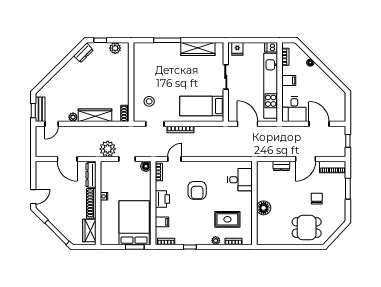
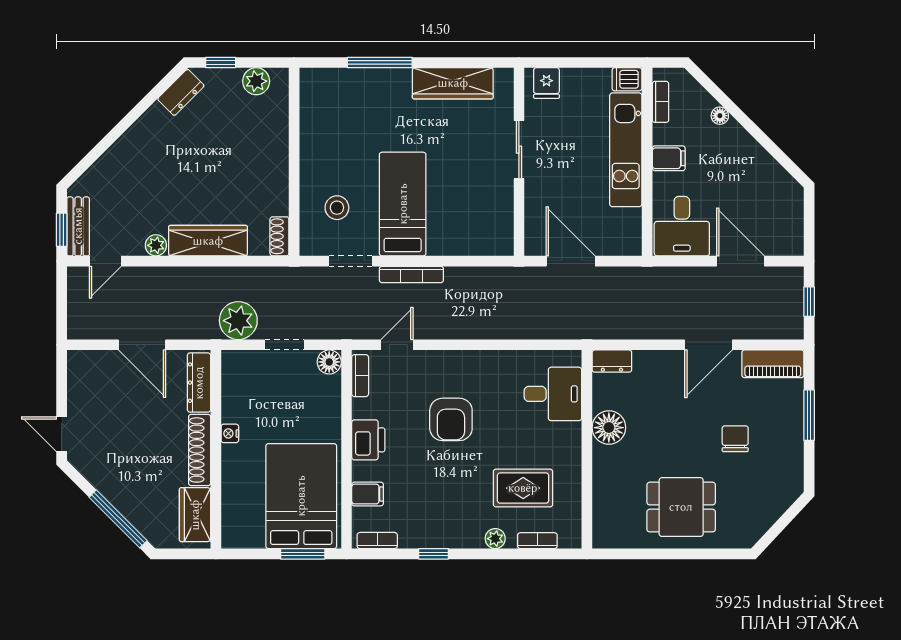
kitchen unit: (271, 86) -> (626, 150), width x0.73
bed: (202, 106) -> (403, 204), moved, turned 90
dresser: (281, 166) -> (612, 361), moved
door: (33, 197) -> (62, 434), swing flipped
floor lamp: (264, 208) -> (609, 428), moved
dining table: (307, 228) -> (681, 507), moved

